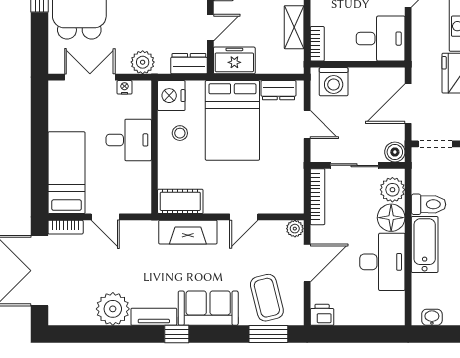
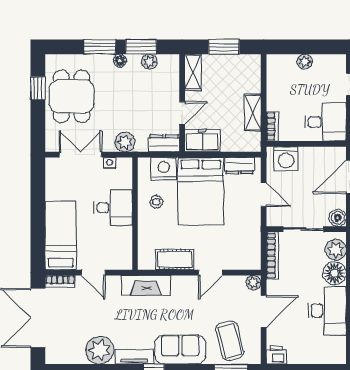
nightstand: (171, 96) -> (164, 169), moved, turned 90
cot: (180, 201) -> (175, 259), moved
fireplace: (188, 232) -> (146, 285), moved

